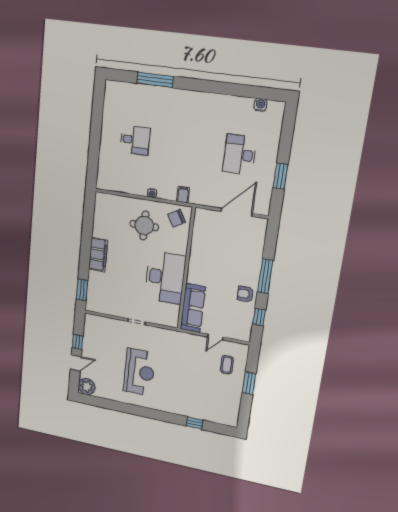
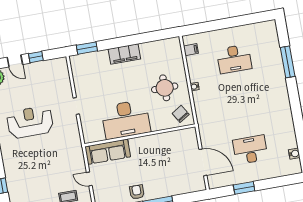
desk: (135, 140) -> (234, 59), width x1.37
filing cabinet: (183, 195) -> (191, 50), moved
reception desk: (139, 372) -> (30, 122), turned 180

